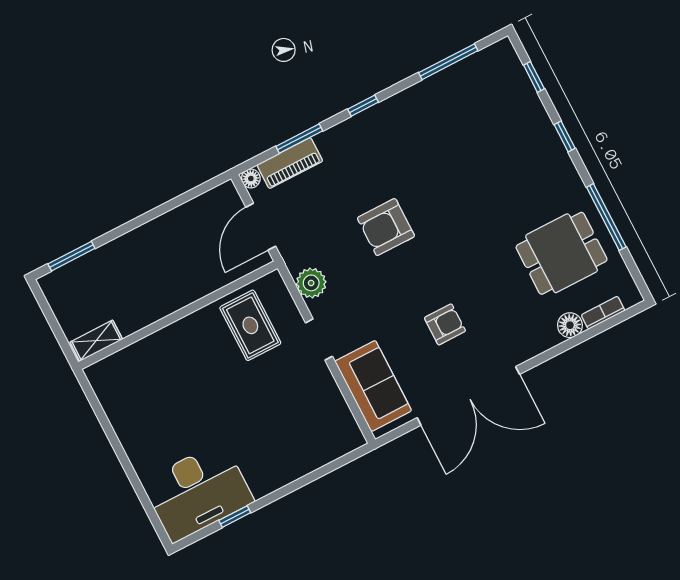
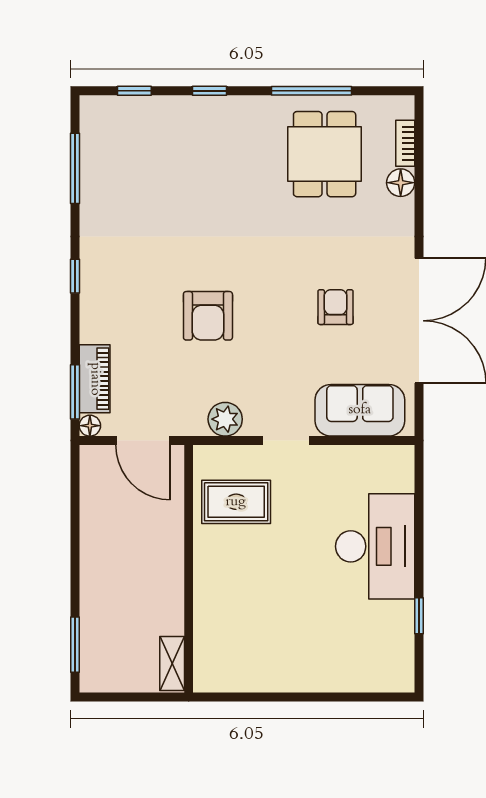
window: (299, 139) -> (75, 392), moved
desk: (198, 492) -> (375, 546), moved

